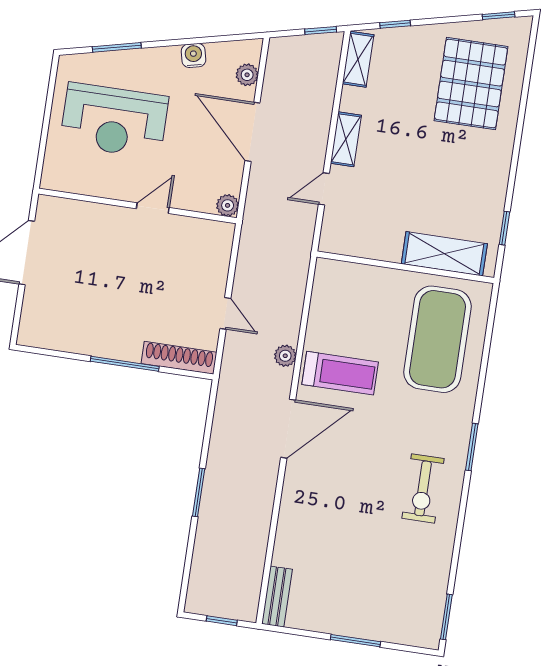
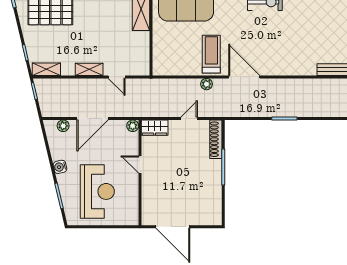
water cooler: (194, 55) -> (60, 167), moved
wardrobe: (218, 246) -> (155, 128), added

